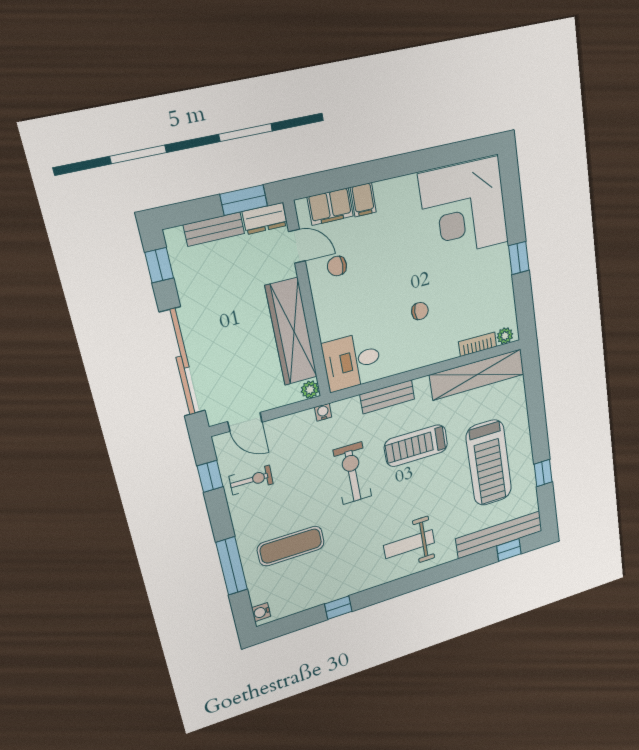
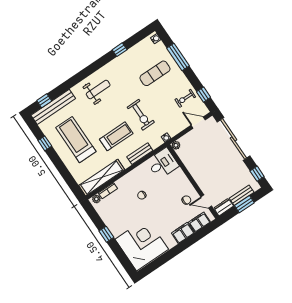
window: (244, 200) -> (244, 204), moved
filing cabinet: (363, 200) -> (183, 233), width x2.00
wardrobe: (291, 332) -> (194, 167), removed

